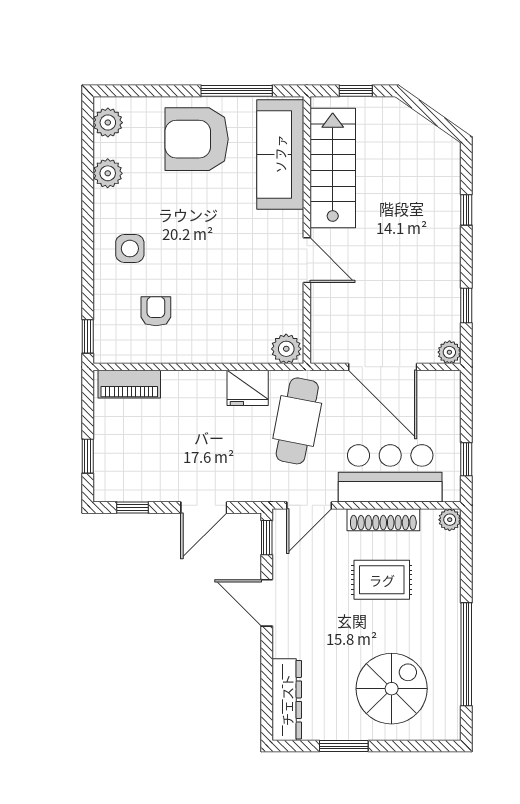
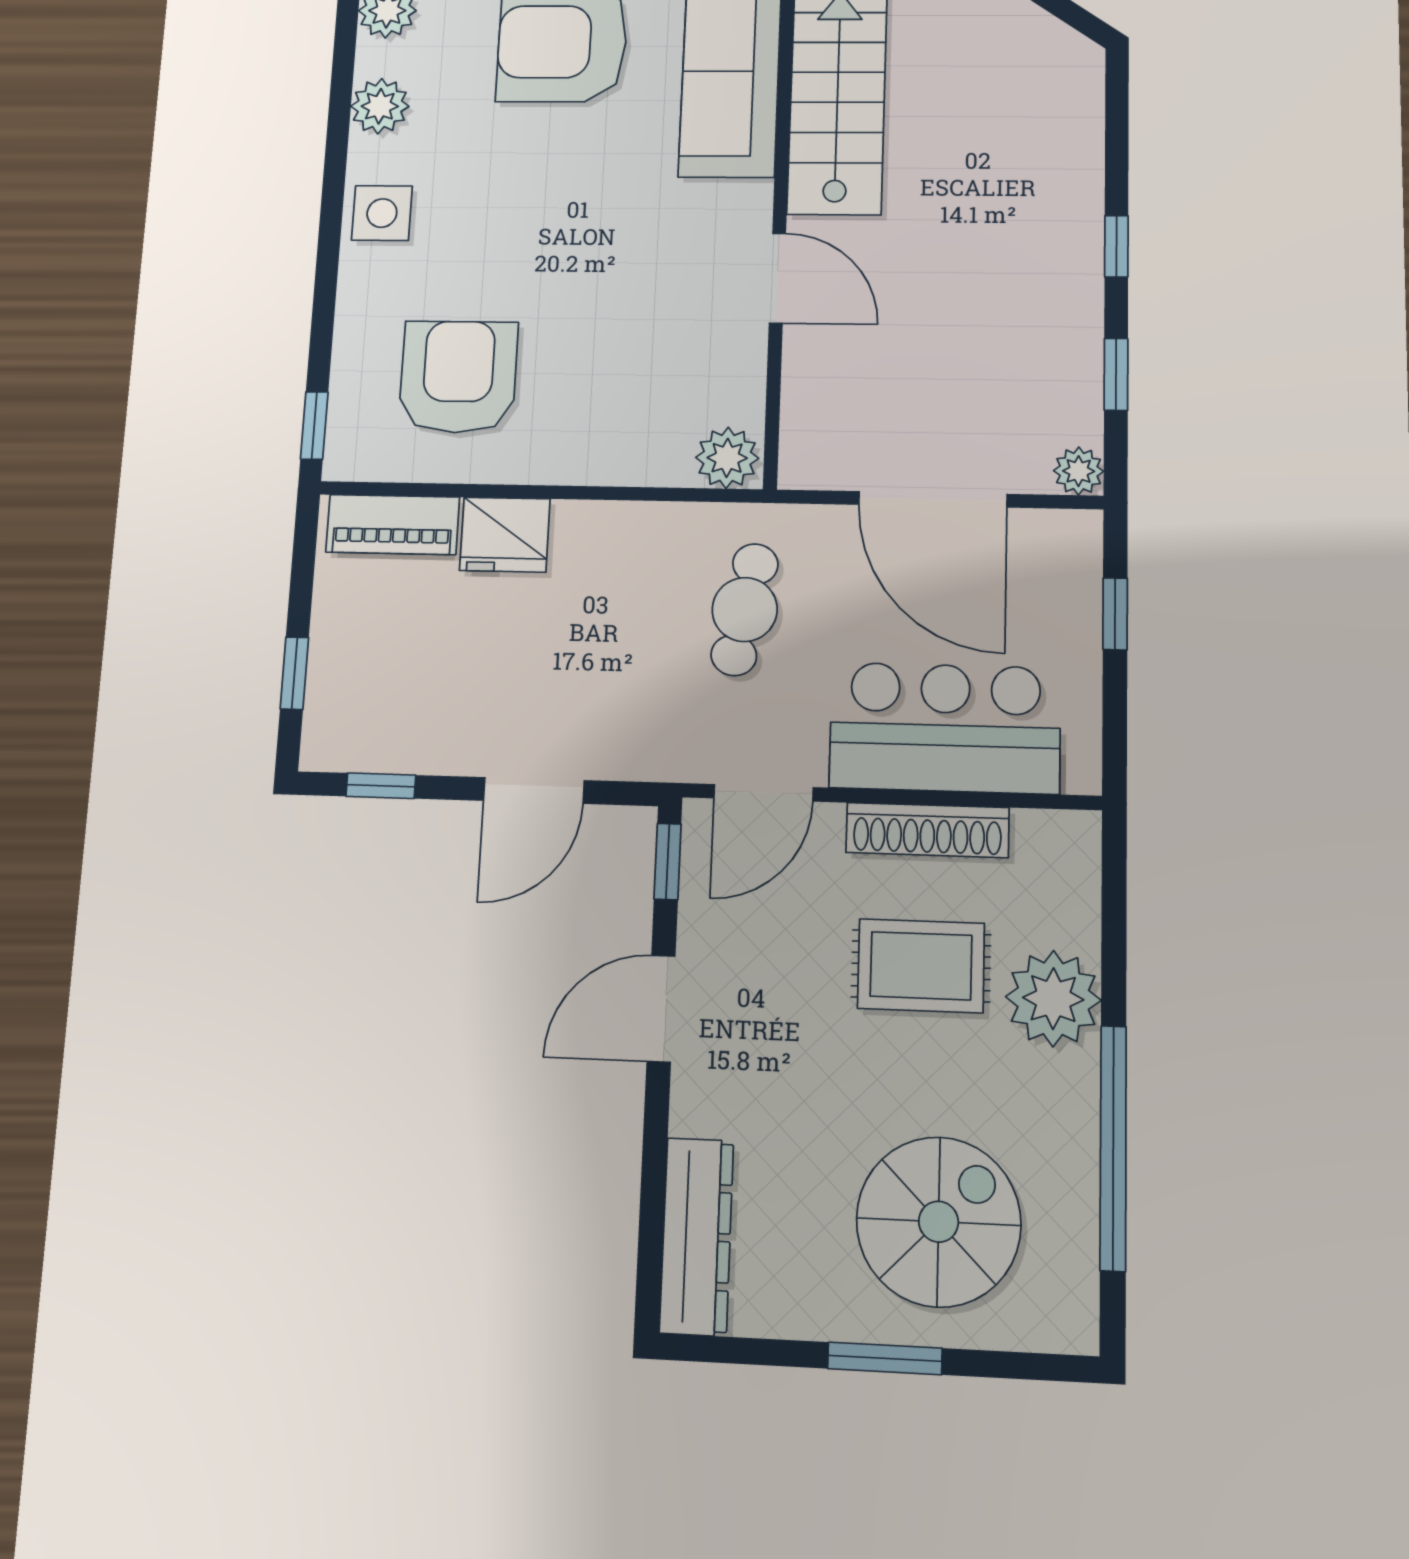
window: (466, 210) -> (1116, 246), moved
side table: (130, 249) -> (382, 213), moved
armchair: (156, 311) -> (458, 377), width x1.88, depth x1.88
fridge: (248, 388) -> (505, 535), moved
cafe table: (297, 421) -> (745, 610), width x0.73, depth x0.74
window: (466, 459) -> (1115, 614), moved
plant: (450, 520) -> (1053, 999), moved, width x1.88, depth x1.88
door: (267, 603) -> (661, 1009), hinge flipped
window: (344, 746) -> (885, 1358), moved

